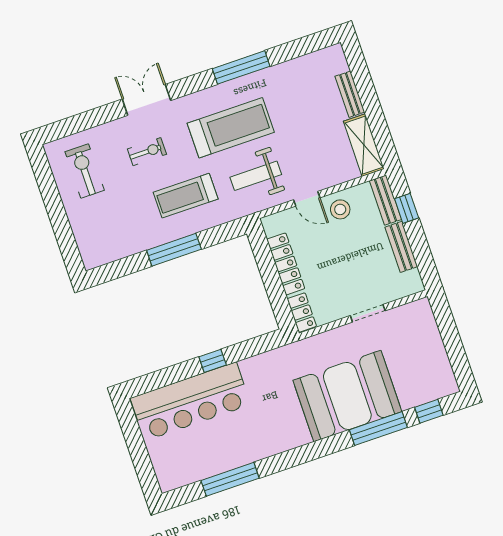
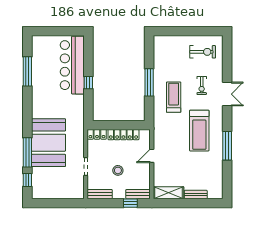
weight bench: (256, 176) -> (172, 135), removed
stool: (340, 209) -> (118, 170), moved
bench: (401, 247) -> (100, 194), moved

